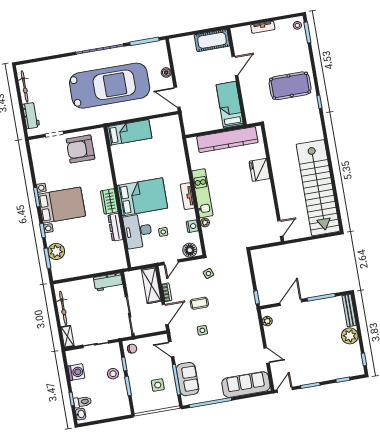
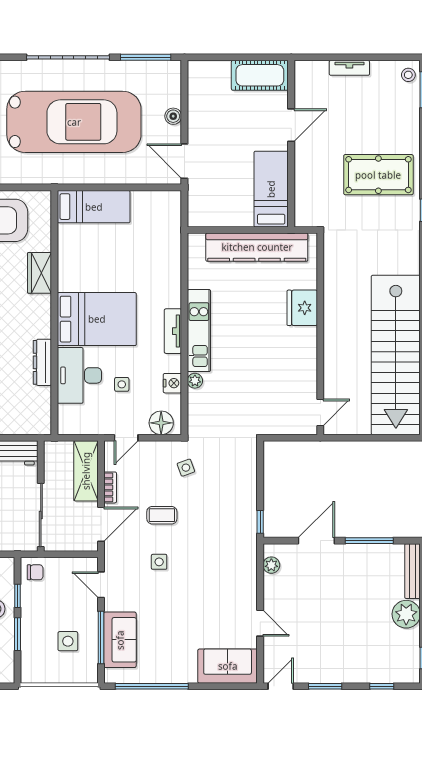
wardrobe: (109, 201) -> (40, 273), moved
sofa: (246, 385) -> (228, 666), width x0.73

